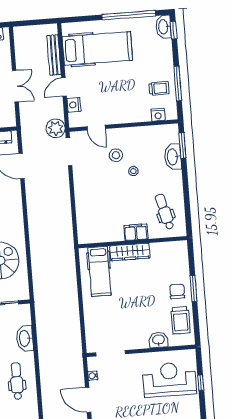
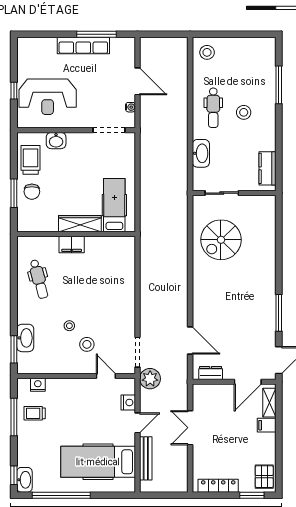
filing cabinet: (136, 232) -> (72, 245), moved
wall: (133, 242) -> (76, 234), moved
wardrobe: (130, 252) -> (80, 224), moved
hospital bed: (100, 271) -> (114, 205), moved

